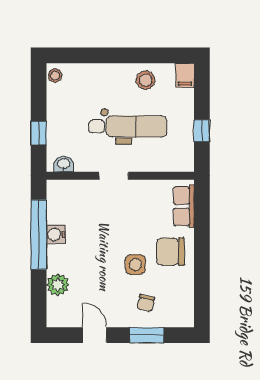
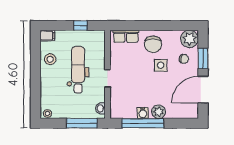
window: (39, 133) -> (82, 123), width x2.17
plant: (58, 285) -> (159, 112), moved
plant: (179, 313) -> (190, 39), added
door: (95, 335) -> (203, 90), width x1.87

